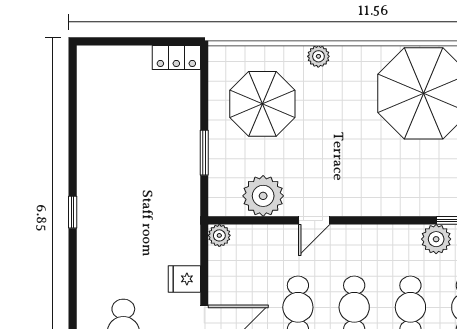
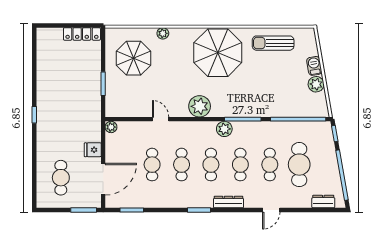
locker: (176, 57) -> (82, 34), width x1.53
plant: (263, 196) -> (200, 106), moved
door: (314, 220) -> (161, 119), swing flipped

